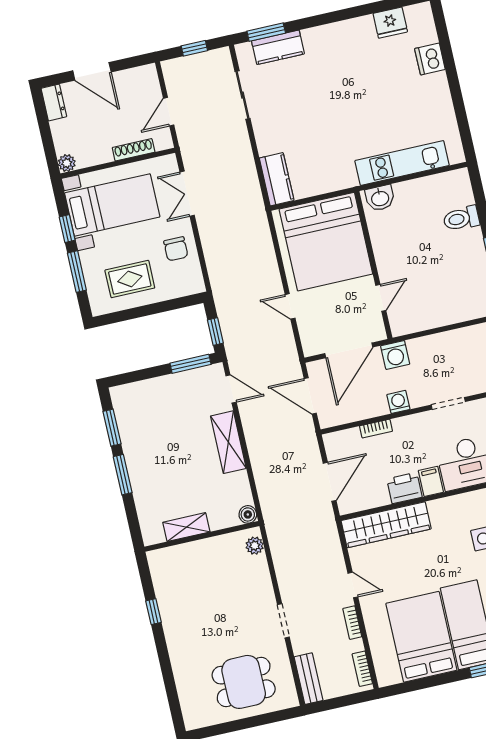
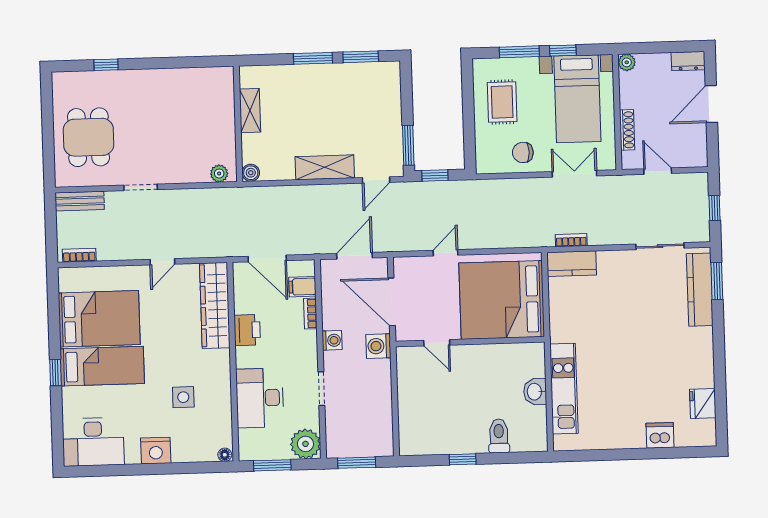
kitchen counter: (278, 47) -> (700, 290), width x1.50
washbasin: (380, 198) -> (535, 392), moved
filing cabinet: (431, 481) -> (302, 287), moved, turned 180
window: (153, 612) -> (106, 65), moved
bookcase: (352, 623) -> (571, 240), moved

